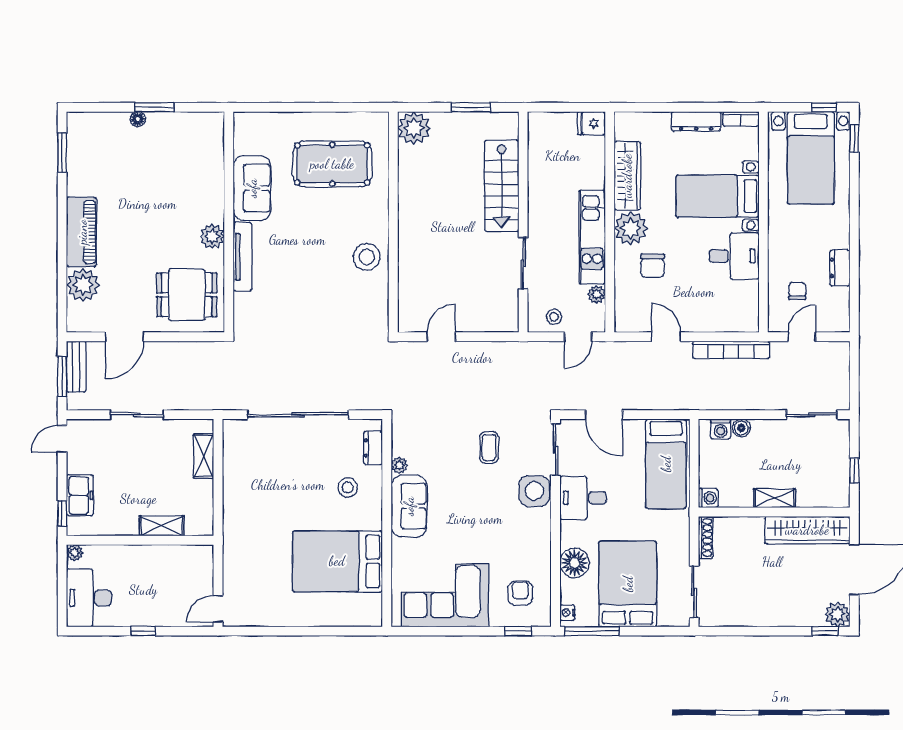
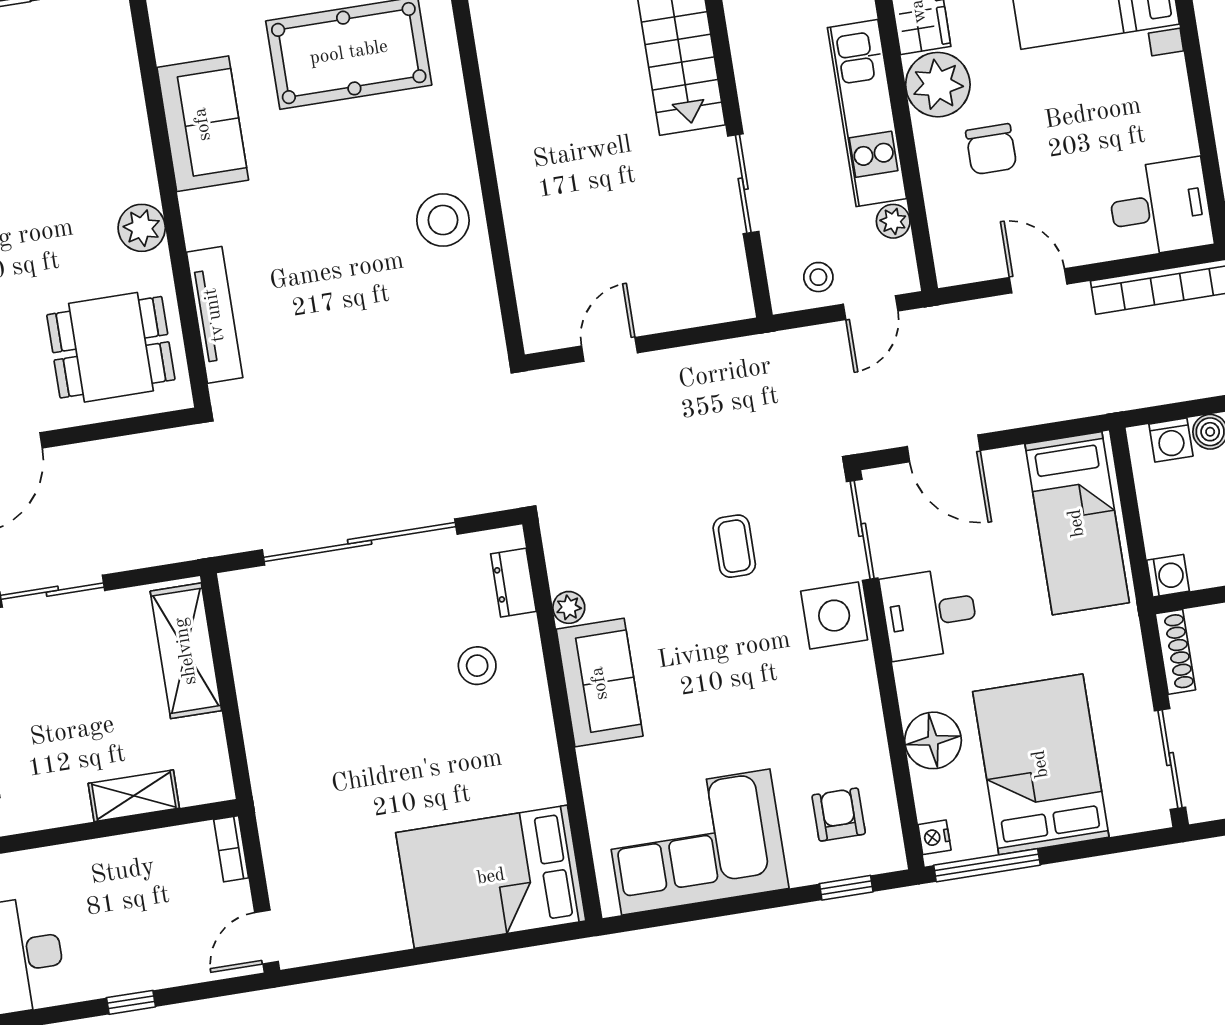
desk: (734, 256) -> (1160, 208), moved
tv unit: (242, 257) -> (215, 315), moved
shelving: (204, 456) -> (186, 651), width x1.50, depth x1.33
bookcase: (207, 561) -> (231, 849), added
bed: (337, 561) -> (491, 877), moved

